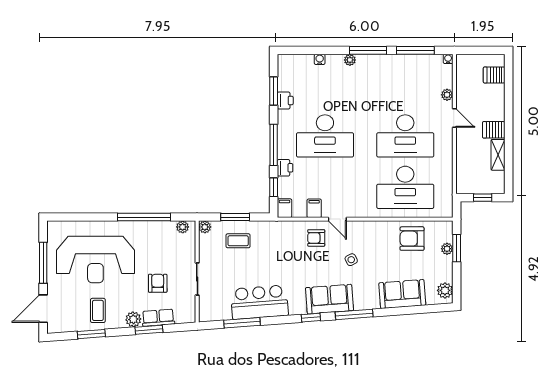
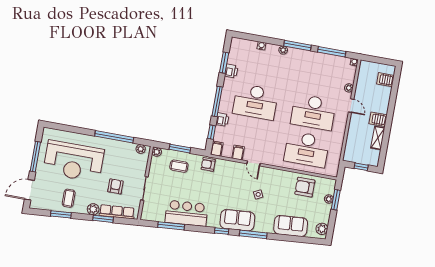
armchair: (316, 238) -> (208, 164), moved
row of seats: (158, 318) -> (117, 212), width x1.48

